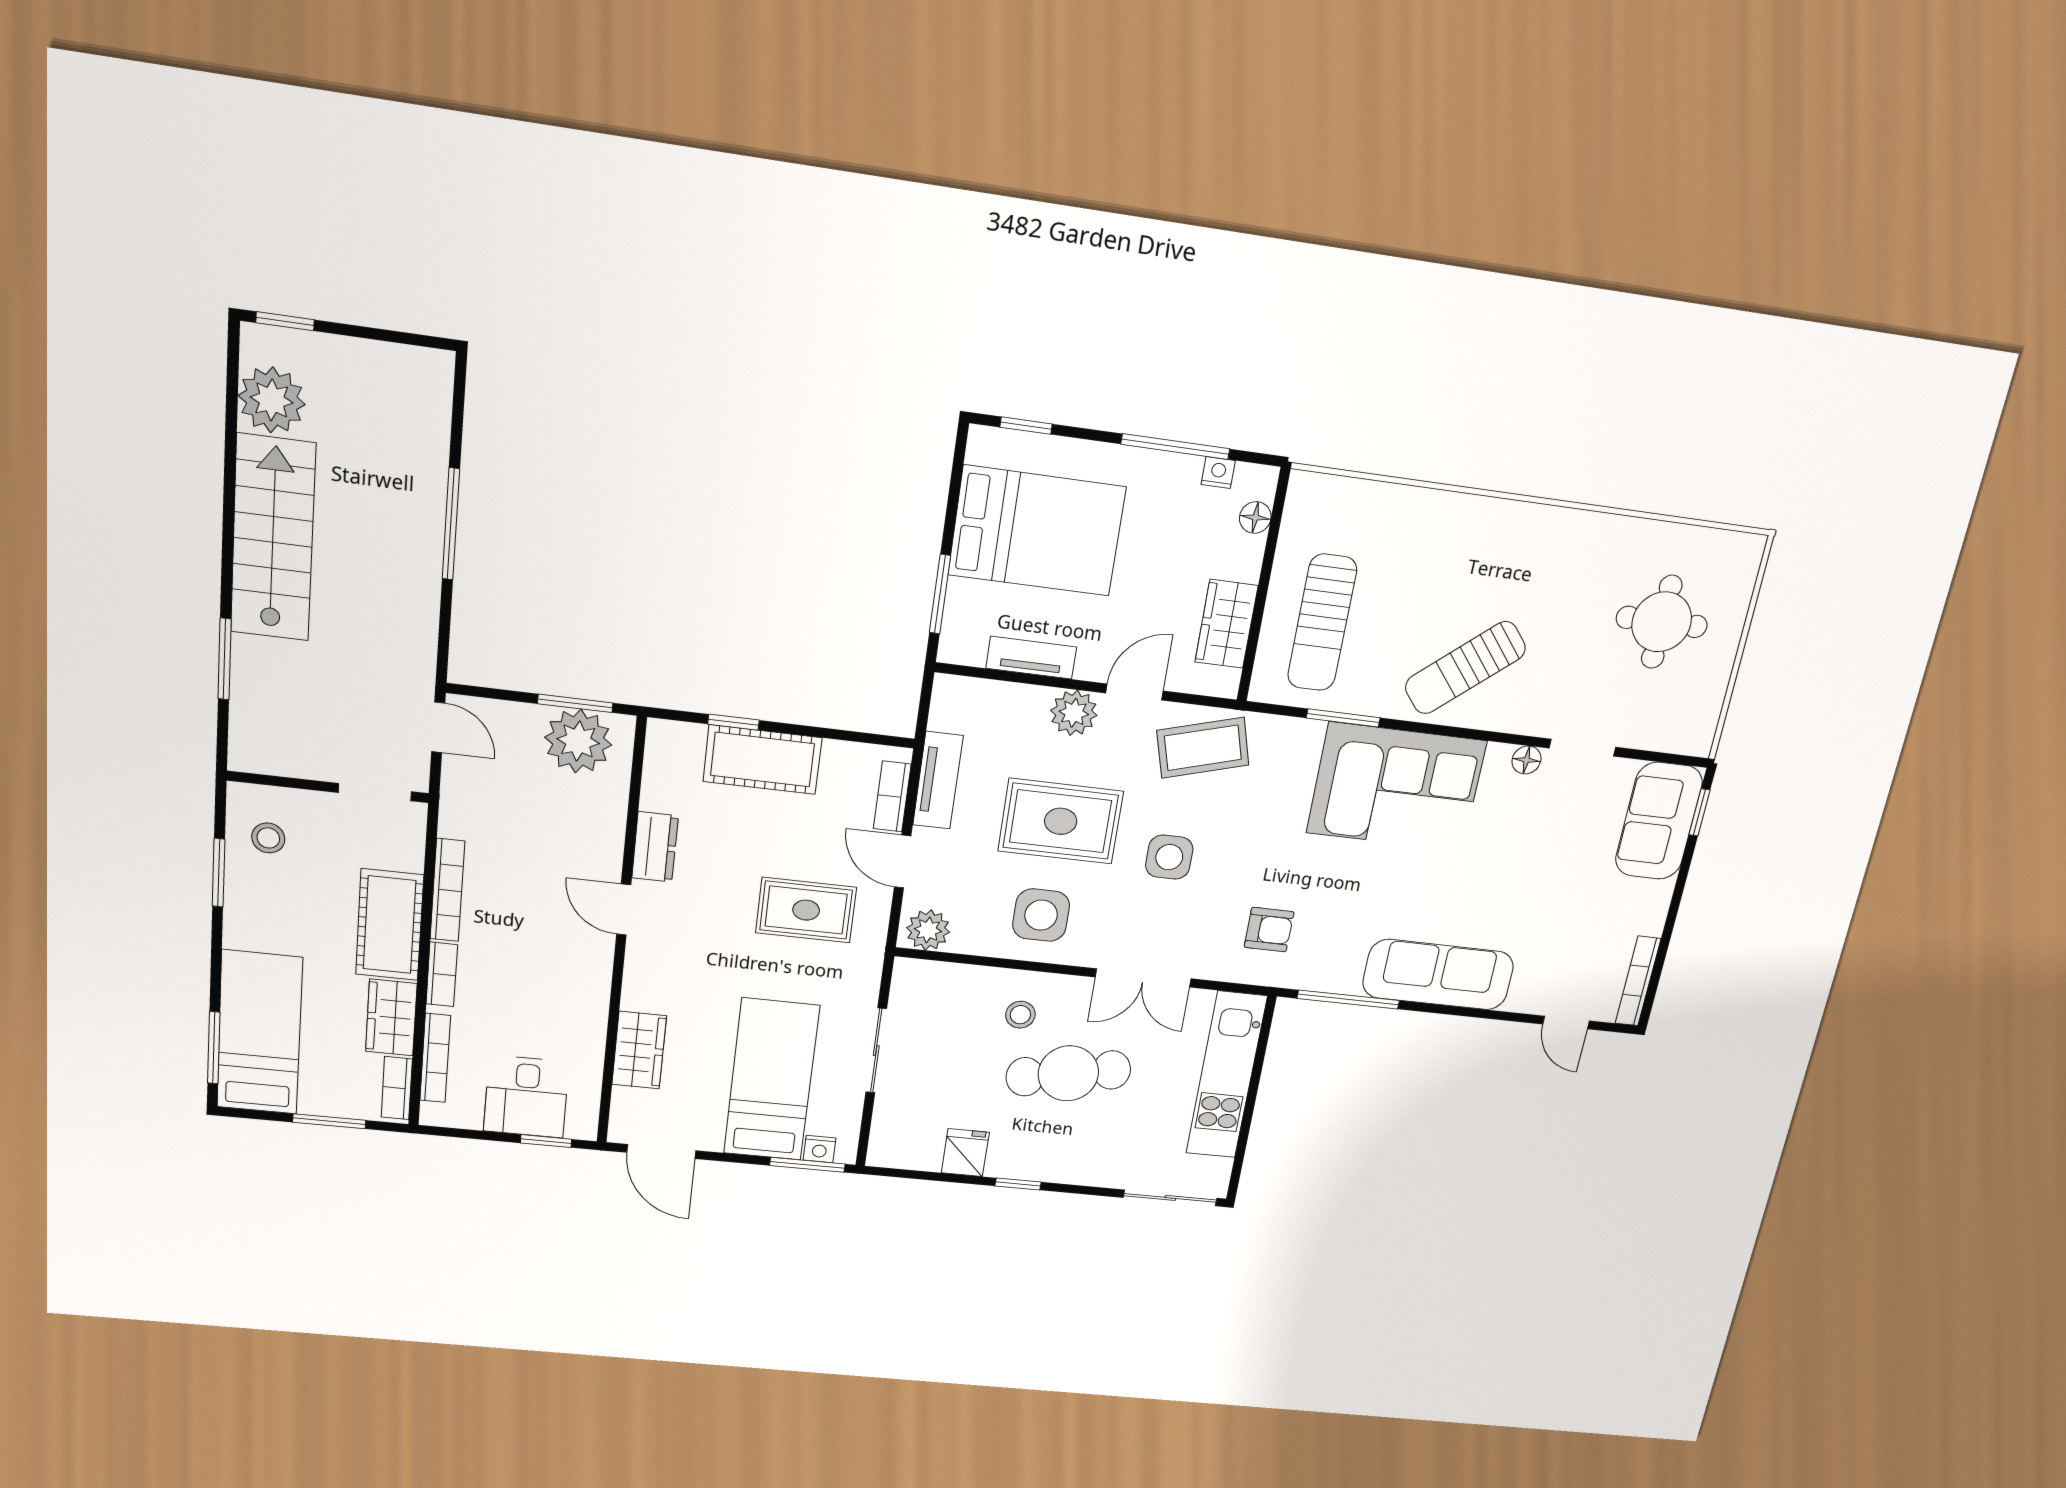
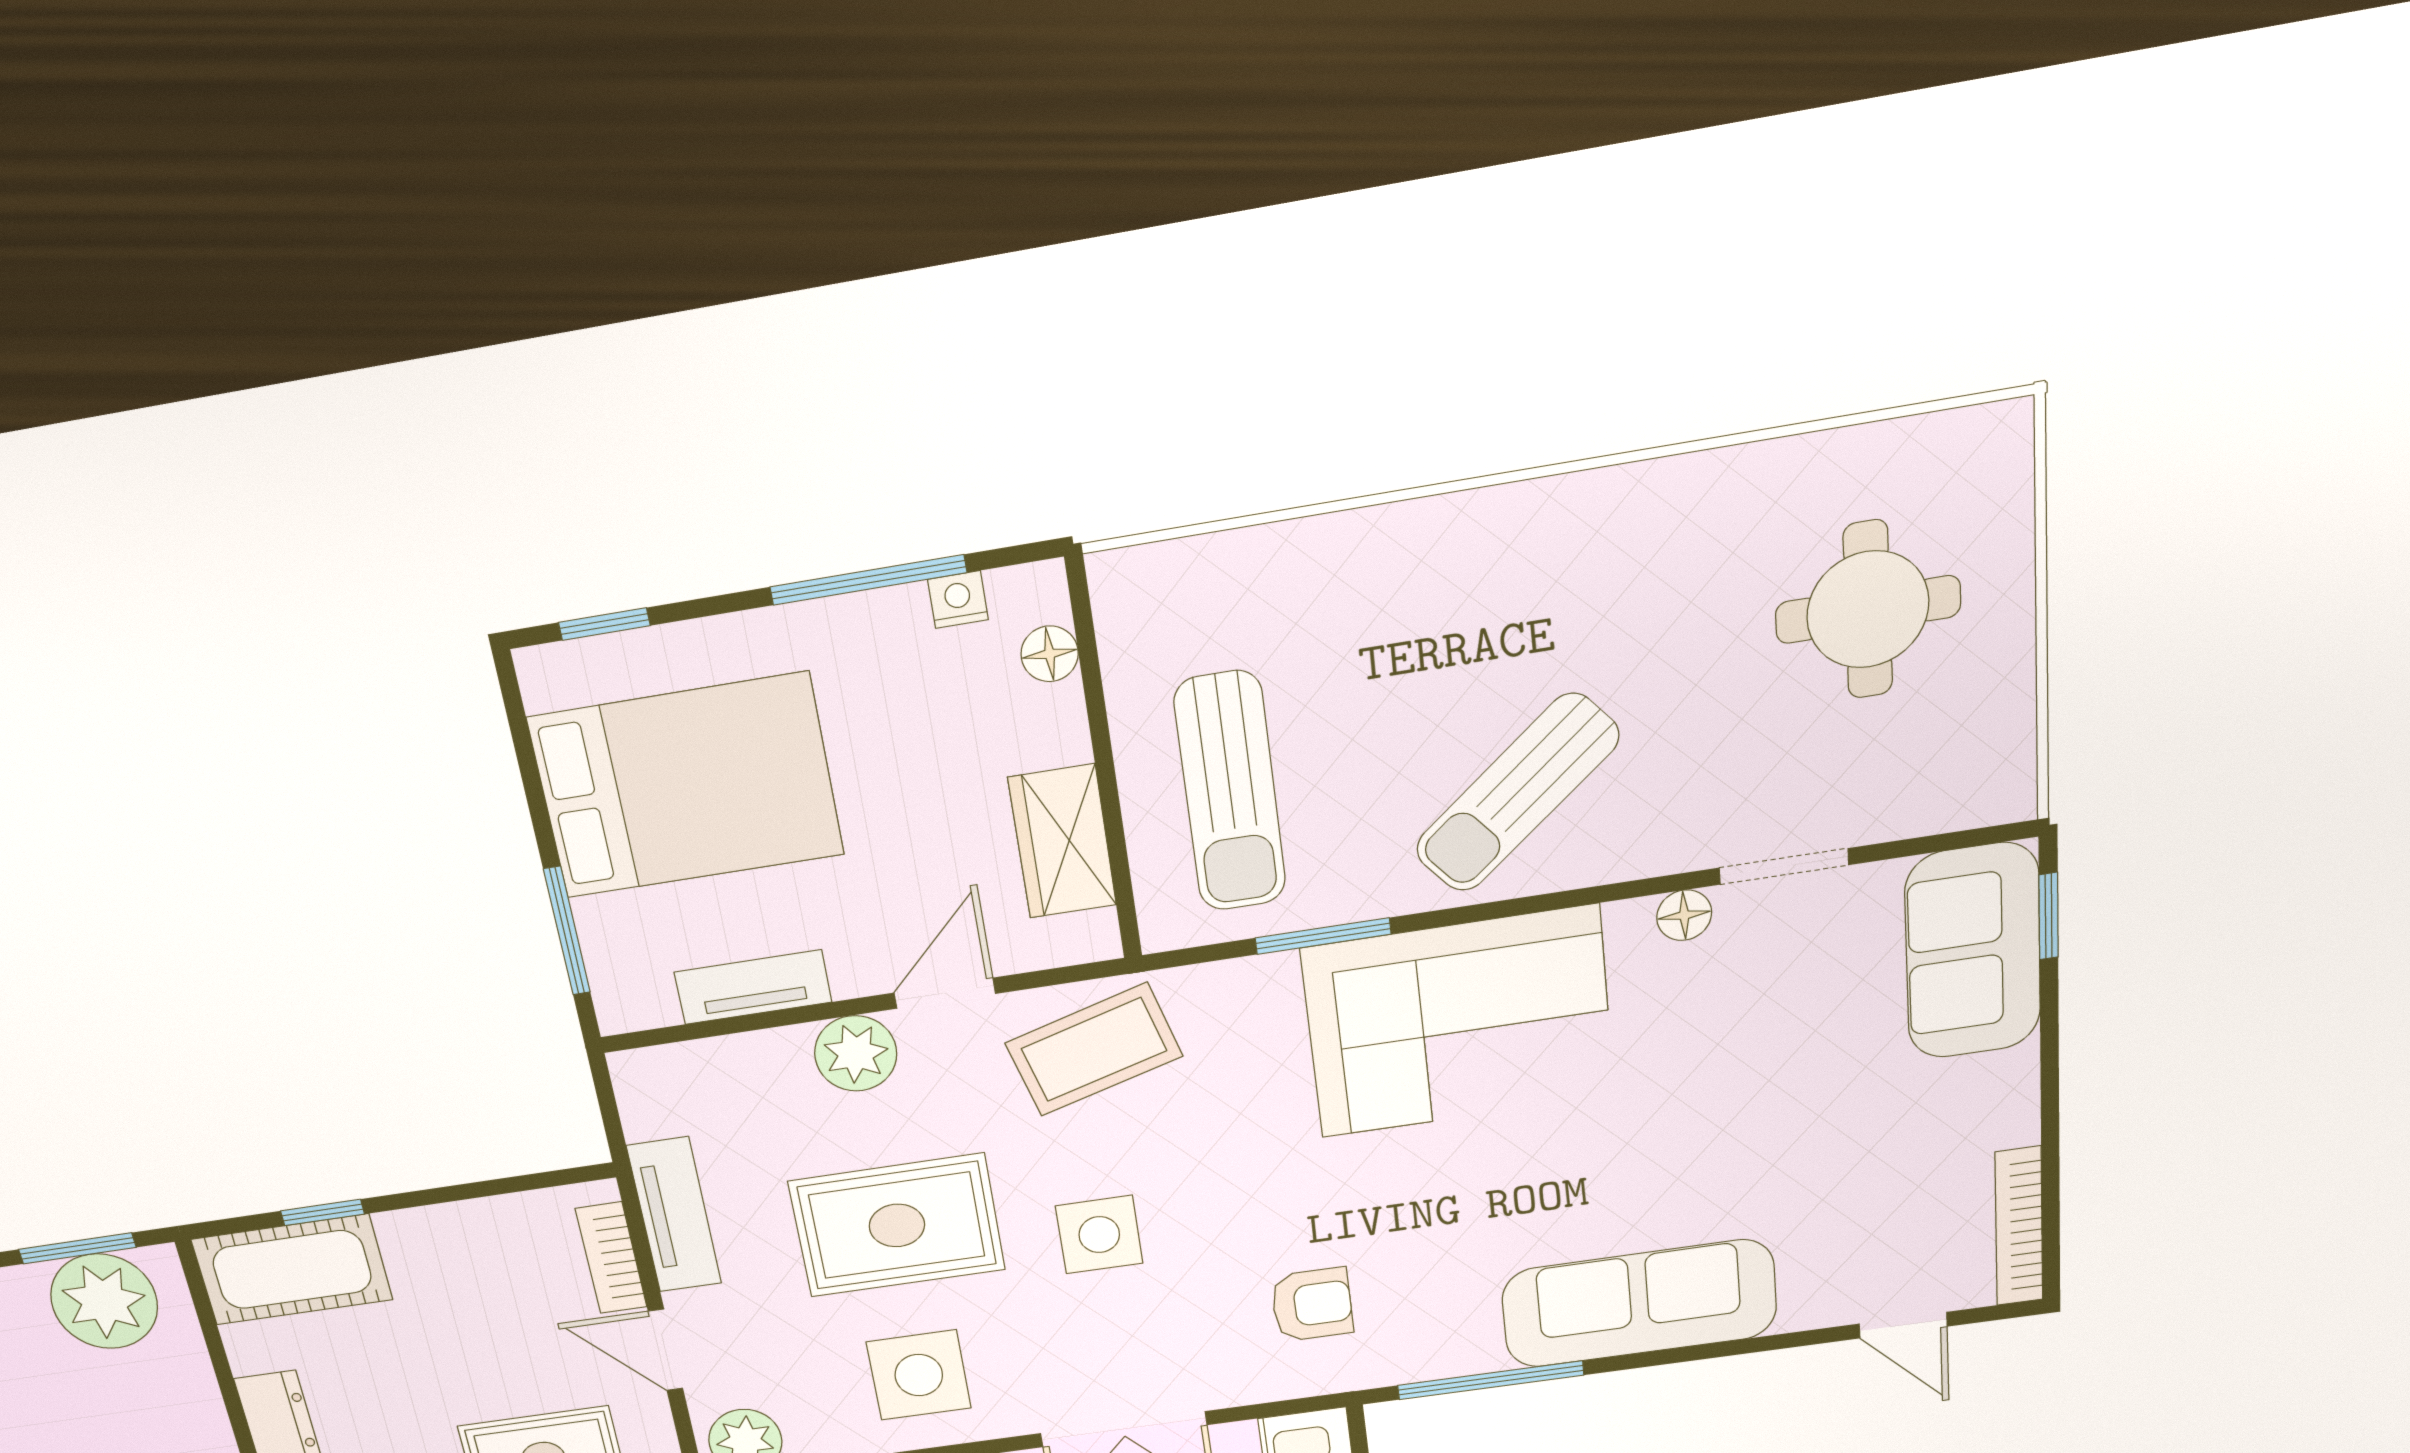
cot: (763, 760) -> (292, 1270), moved

